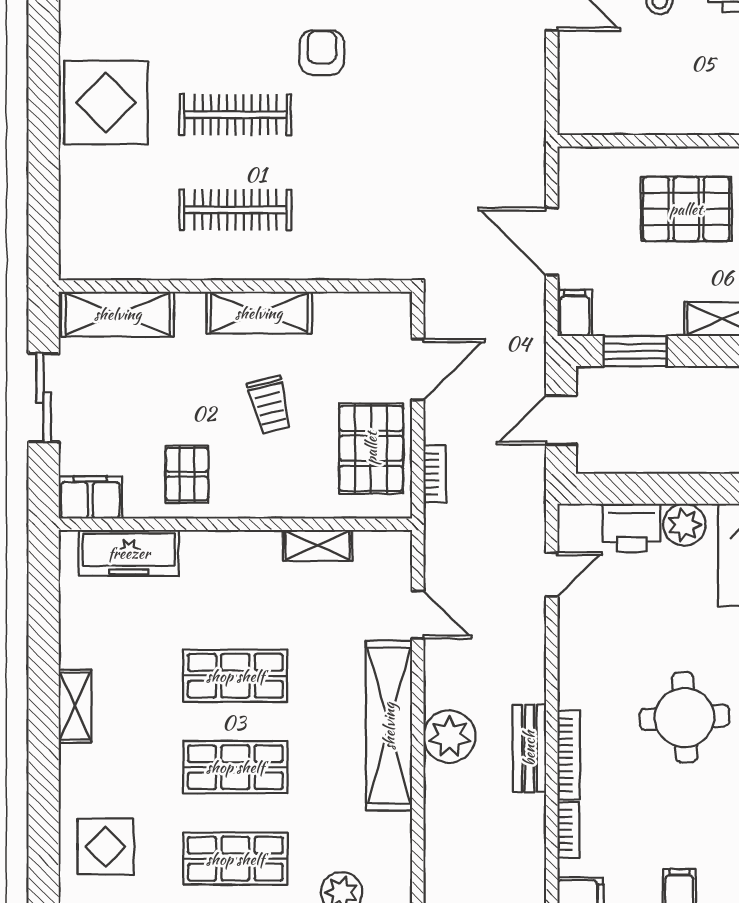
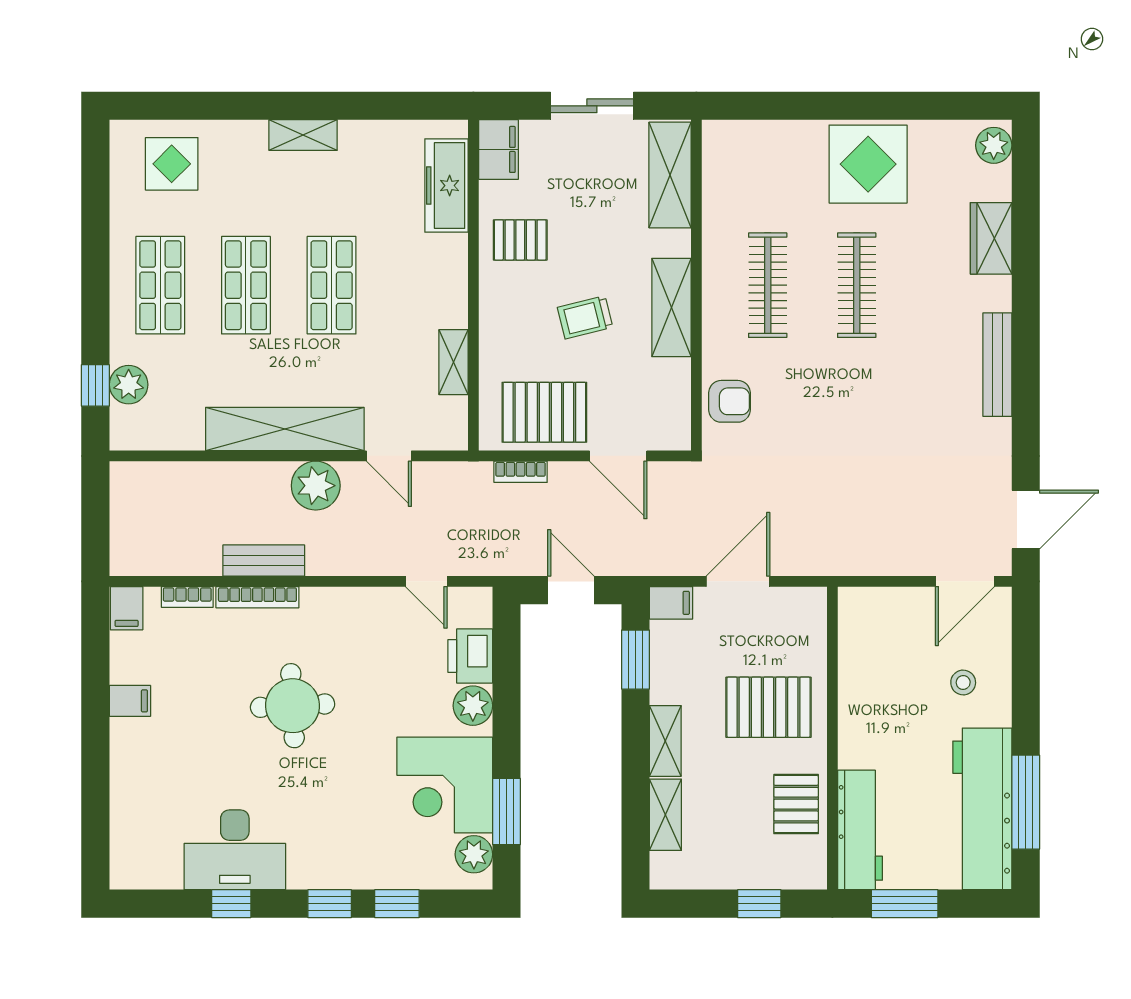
armchair: (322, 53) -> (729, 401), moved
pallet: (686, 209) -> (769, 707), turned 90
door: (418, 615) -> (389, 456), hinge flipped
plant: (449, 737) -> (316, 486), moved

